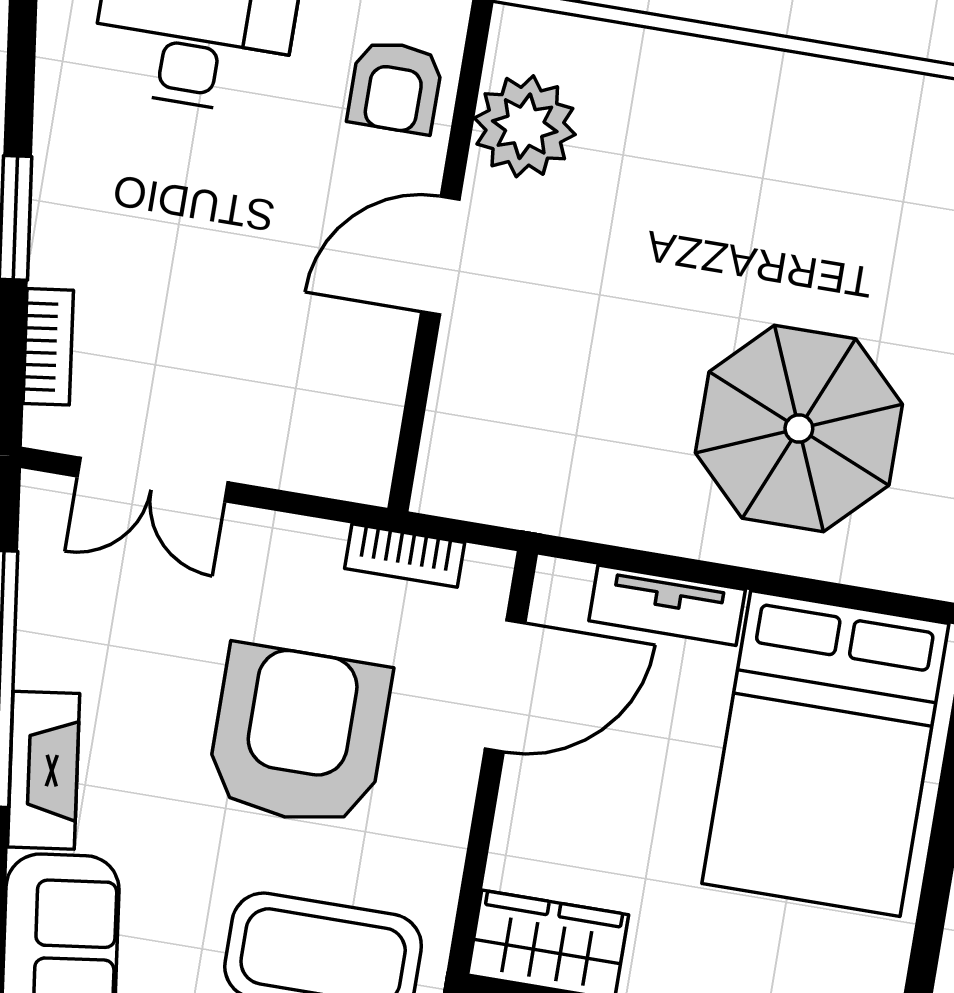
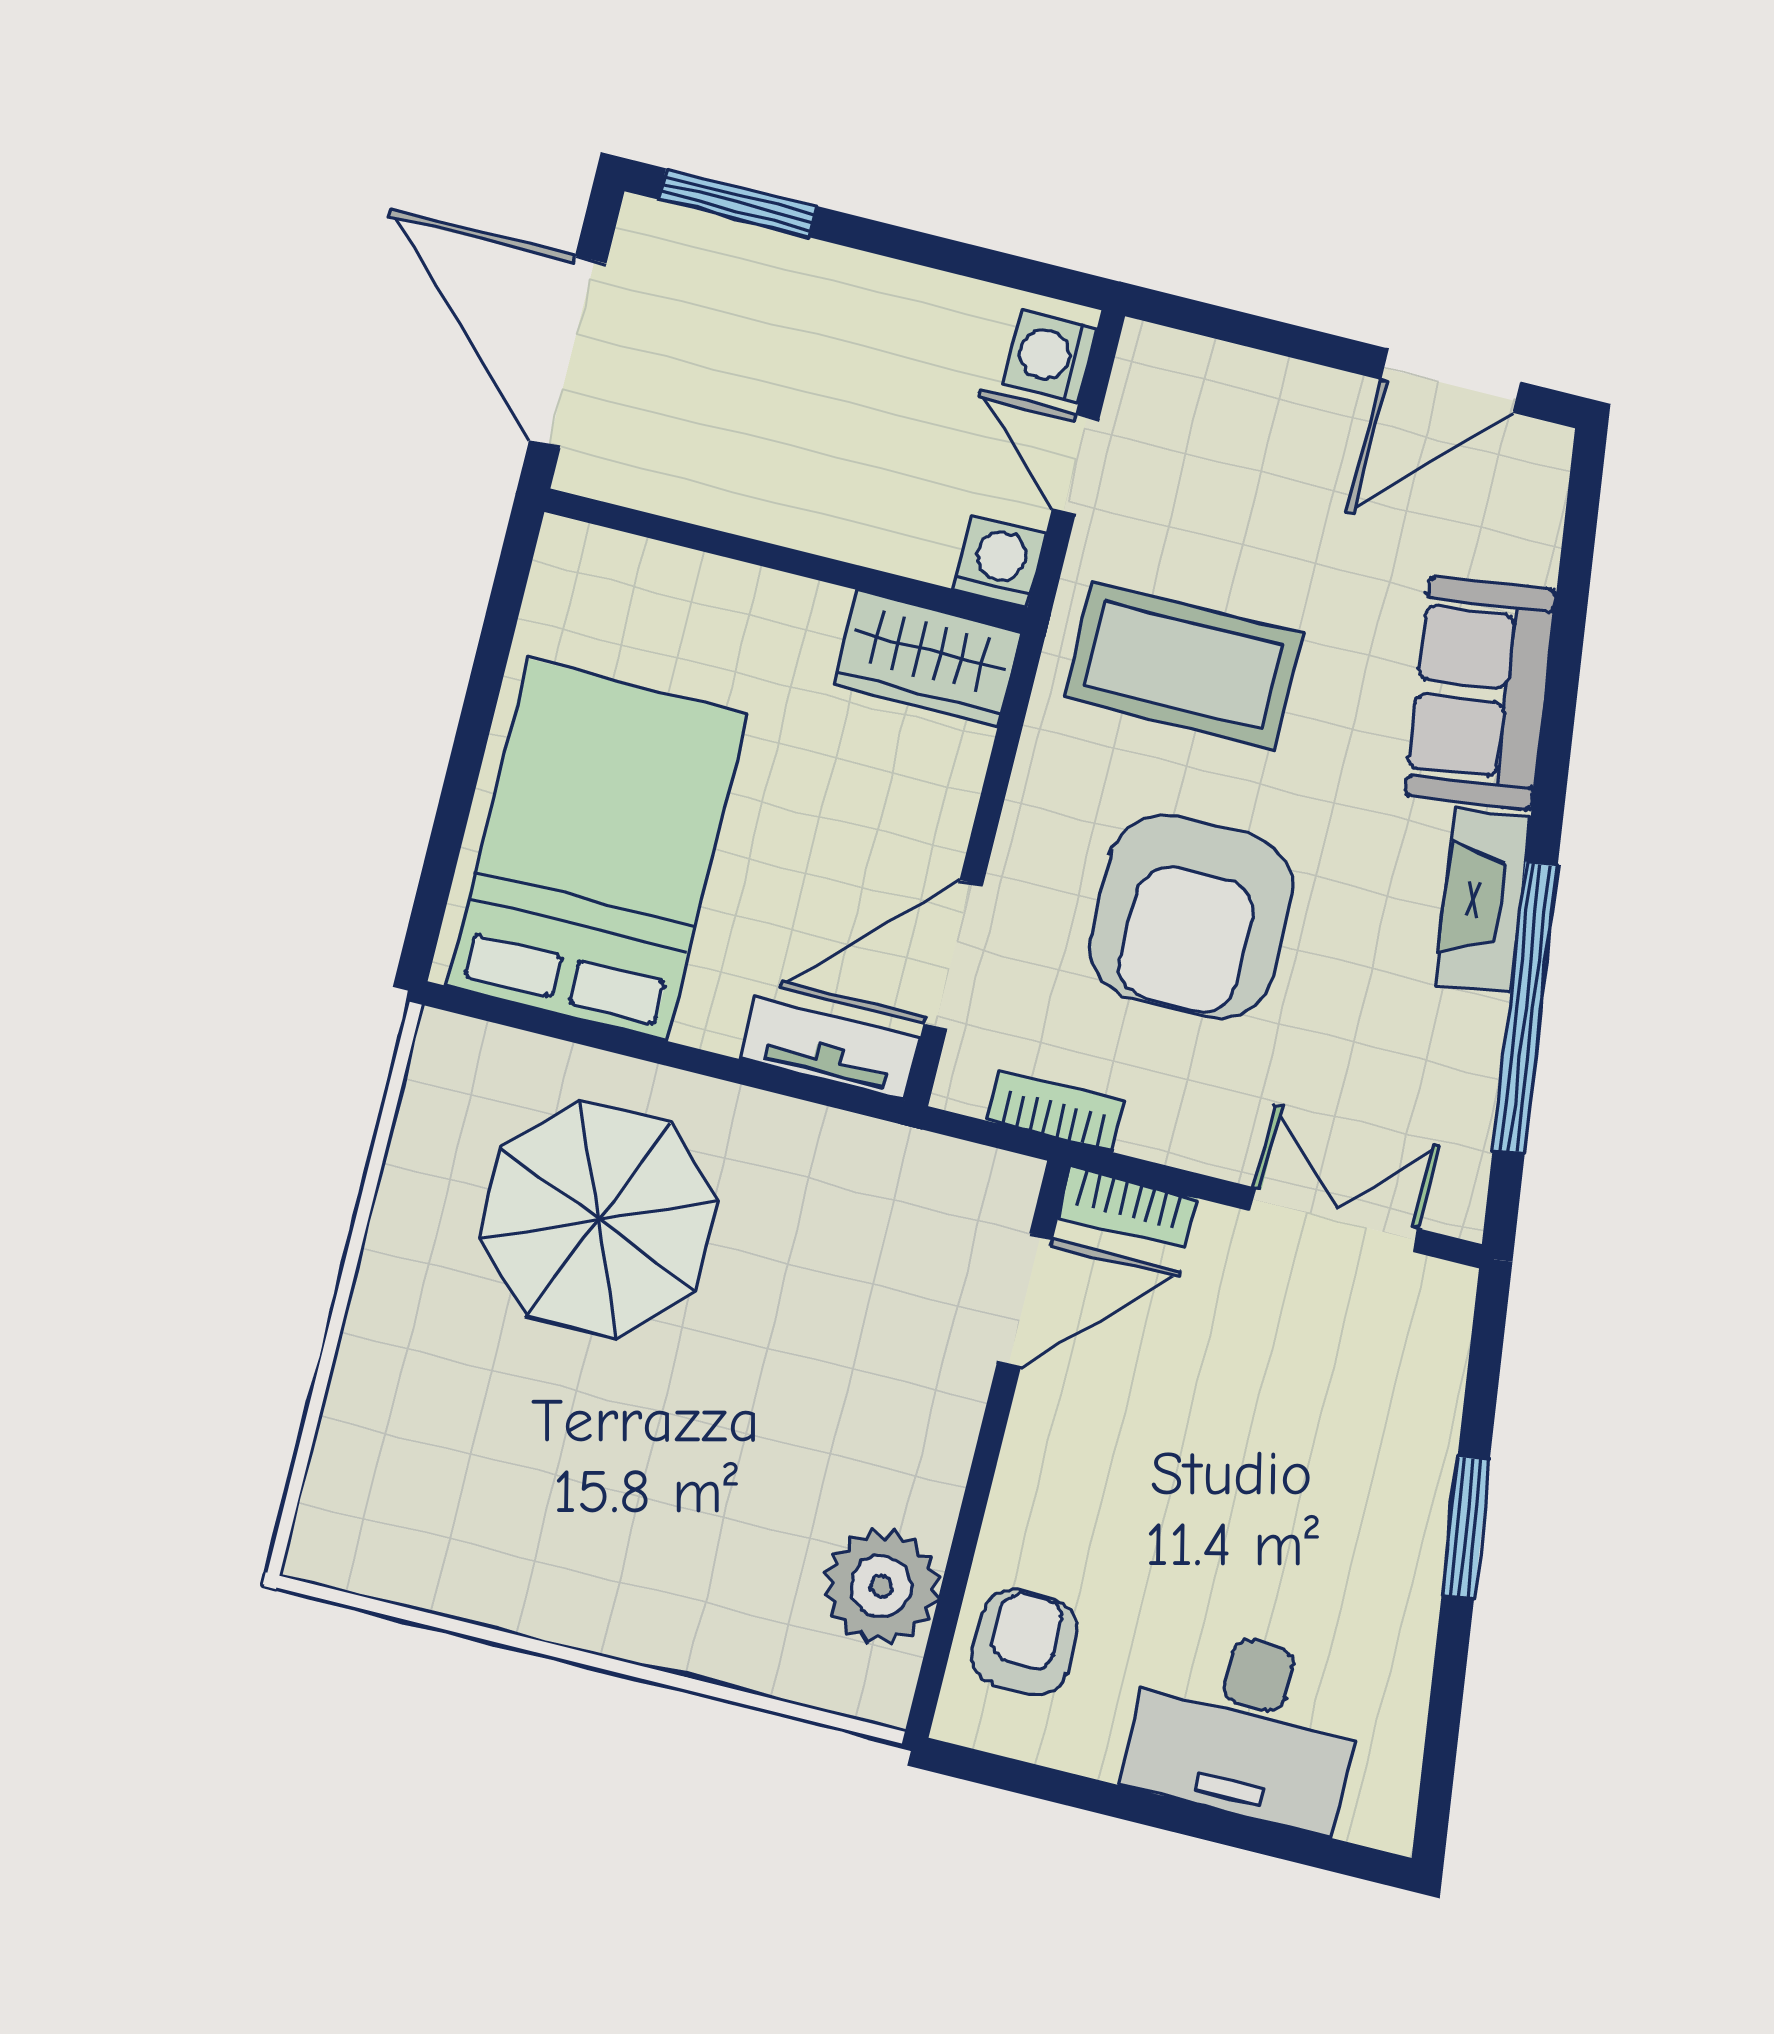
door: (440, 256) -> (1025, 1300), moved
bookcase: (48, 347) -> (1128, 1208), moved, turned -83
tv unit: (667, 605) -> (830, 1048), moved

